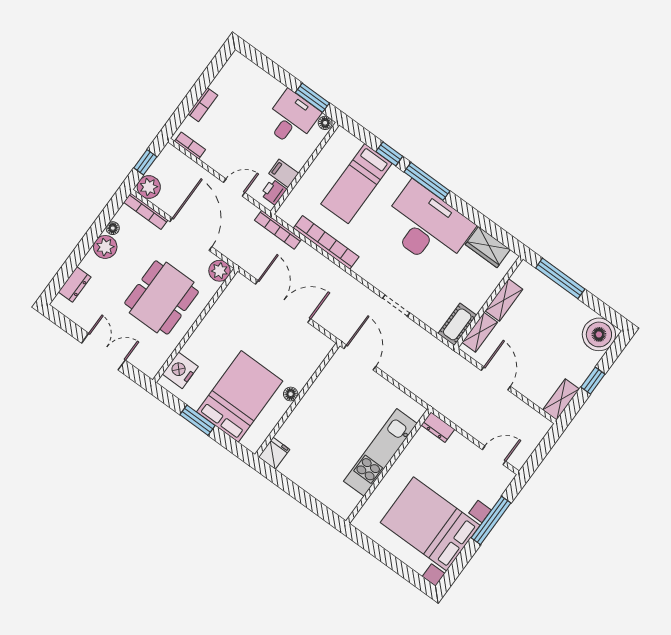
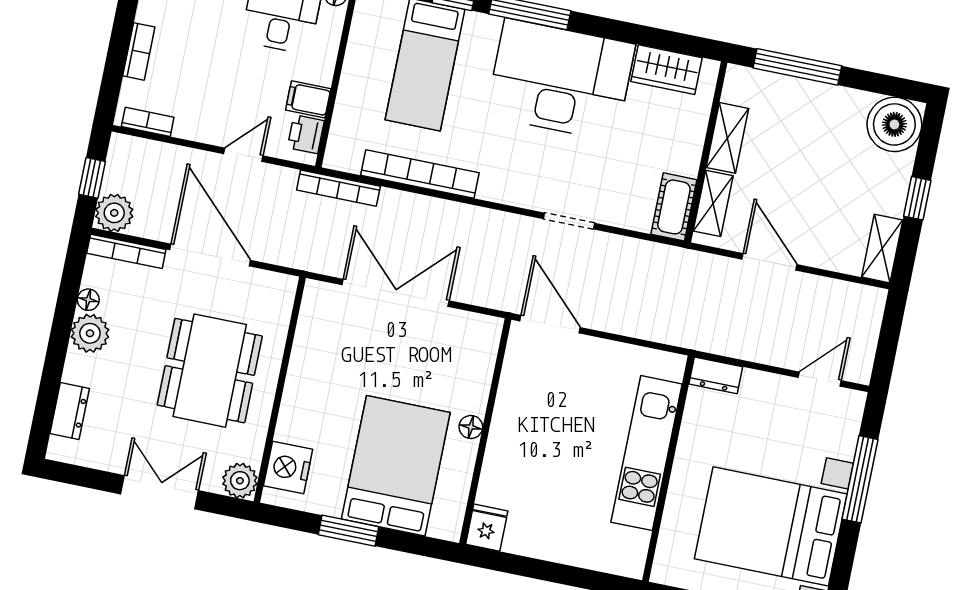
plant: (220, 271) -> (240, 481), moved

